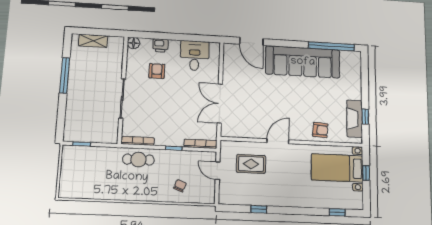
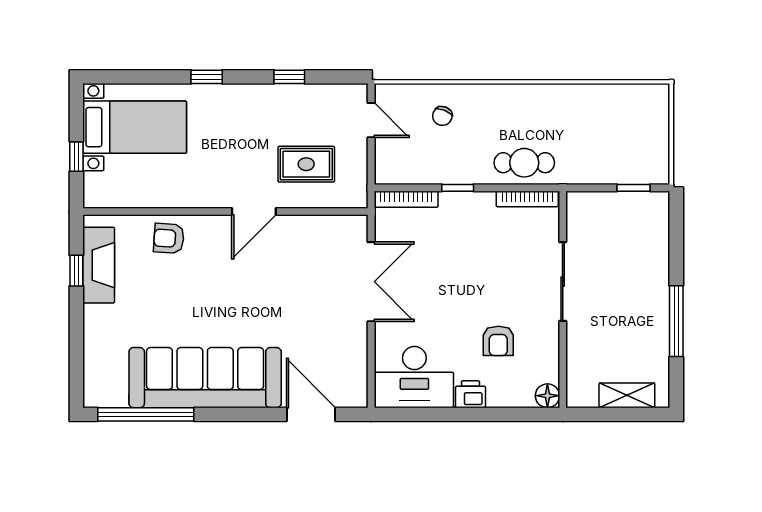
printer: (160, 45) -> (470, 394), moved
desk: (195, 56) -> (414, 377), width x1.37
bed with nightstands: (337, 168) -> (135, 127), moved
door: (218, 171) -> (371, 120), moved
window: (337, 212) -> (207, 77), moved

